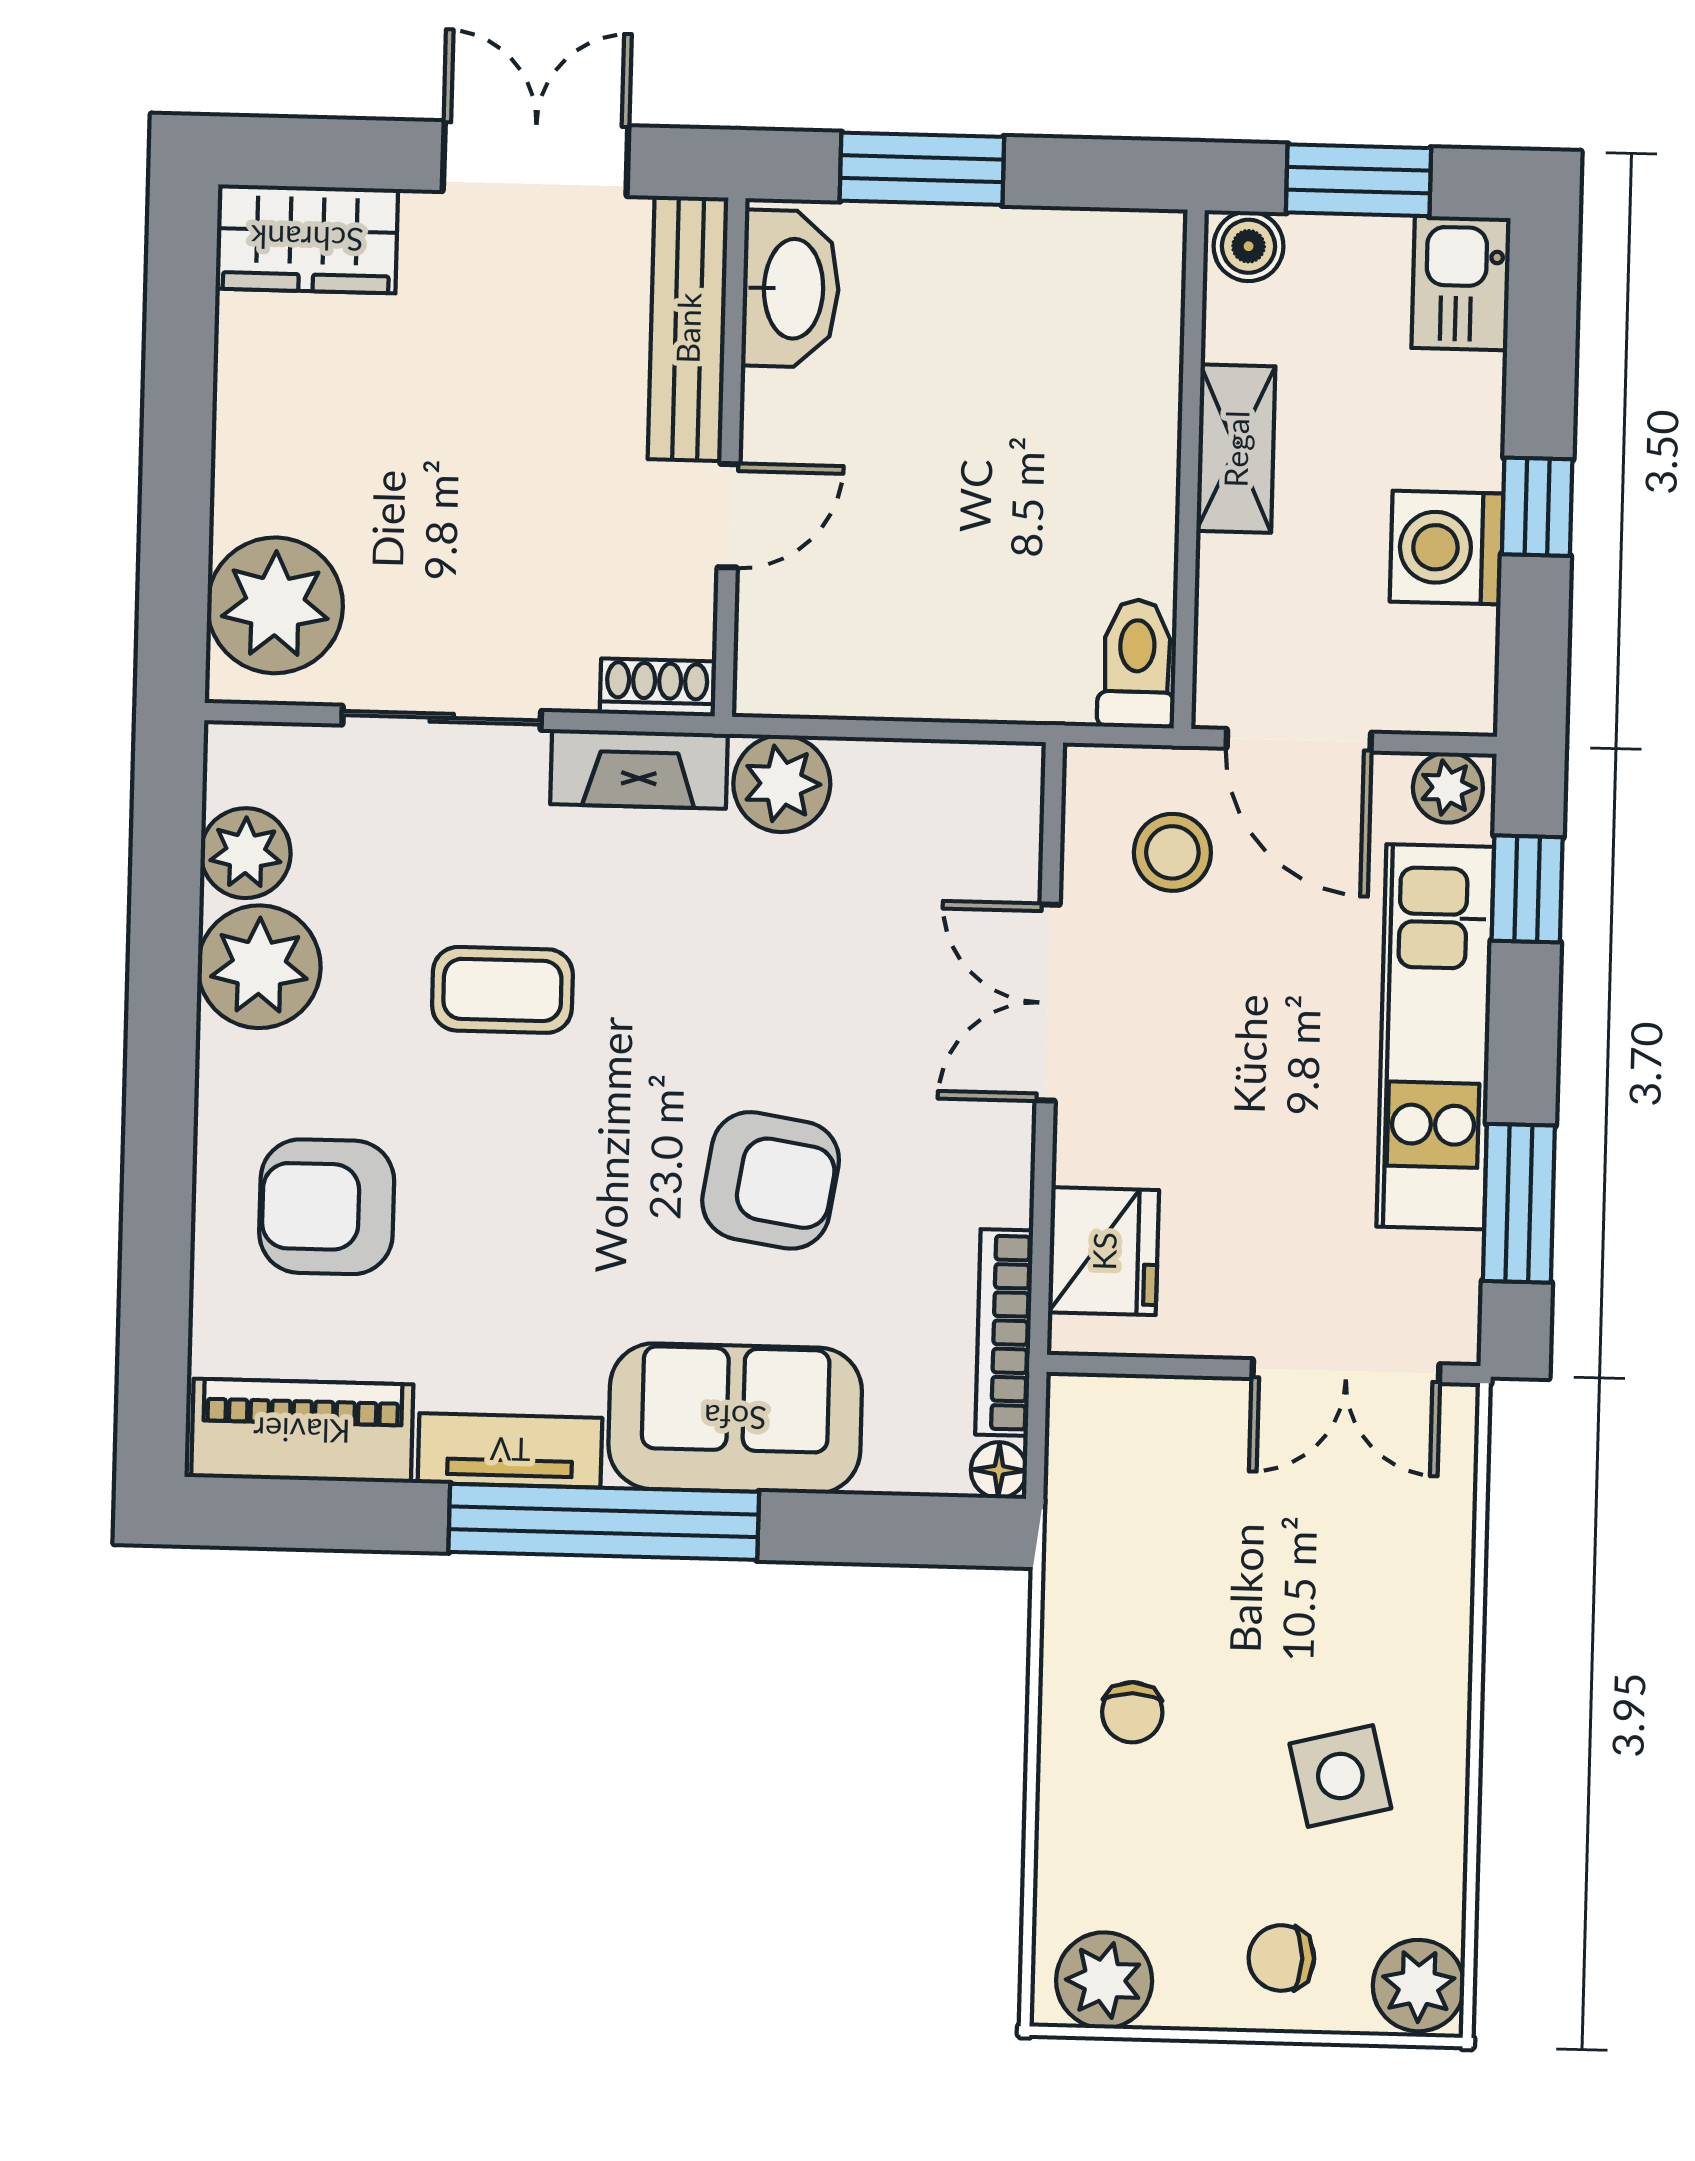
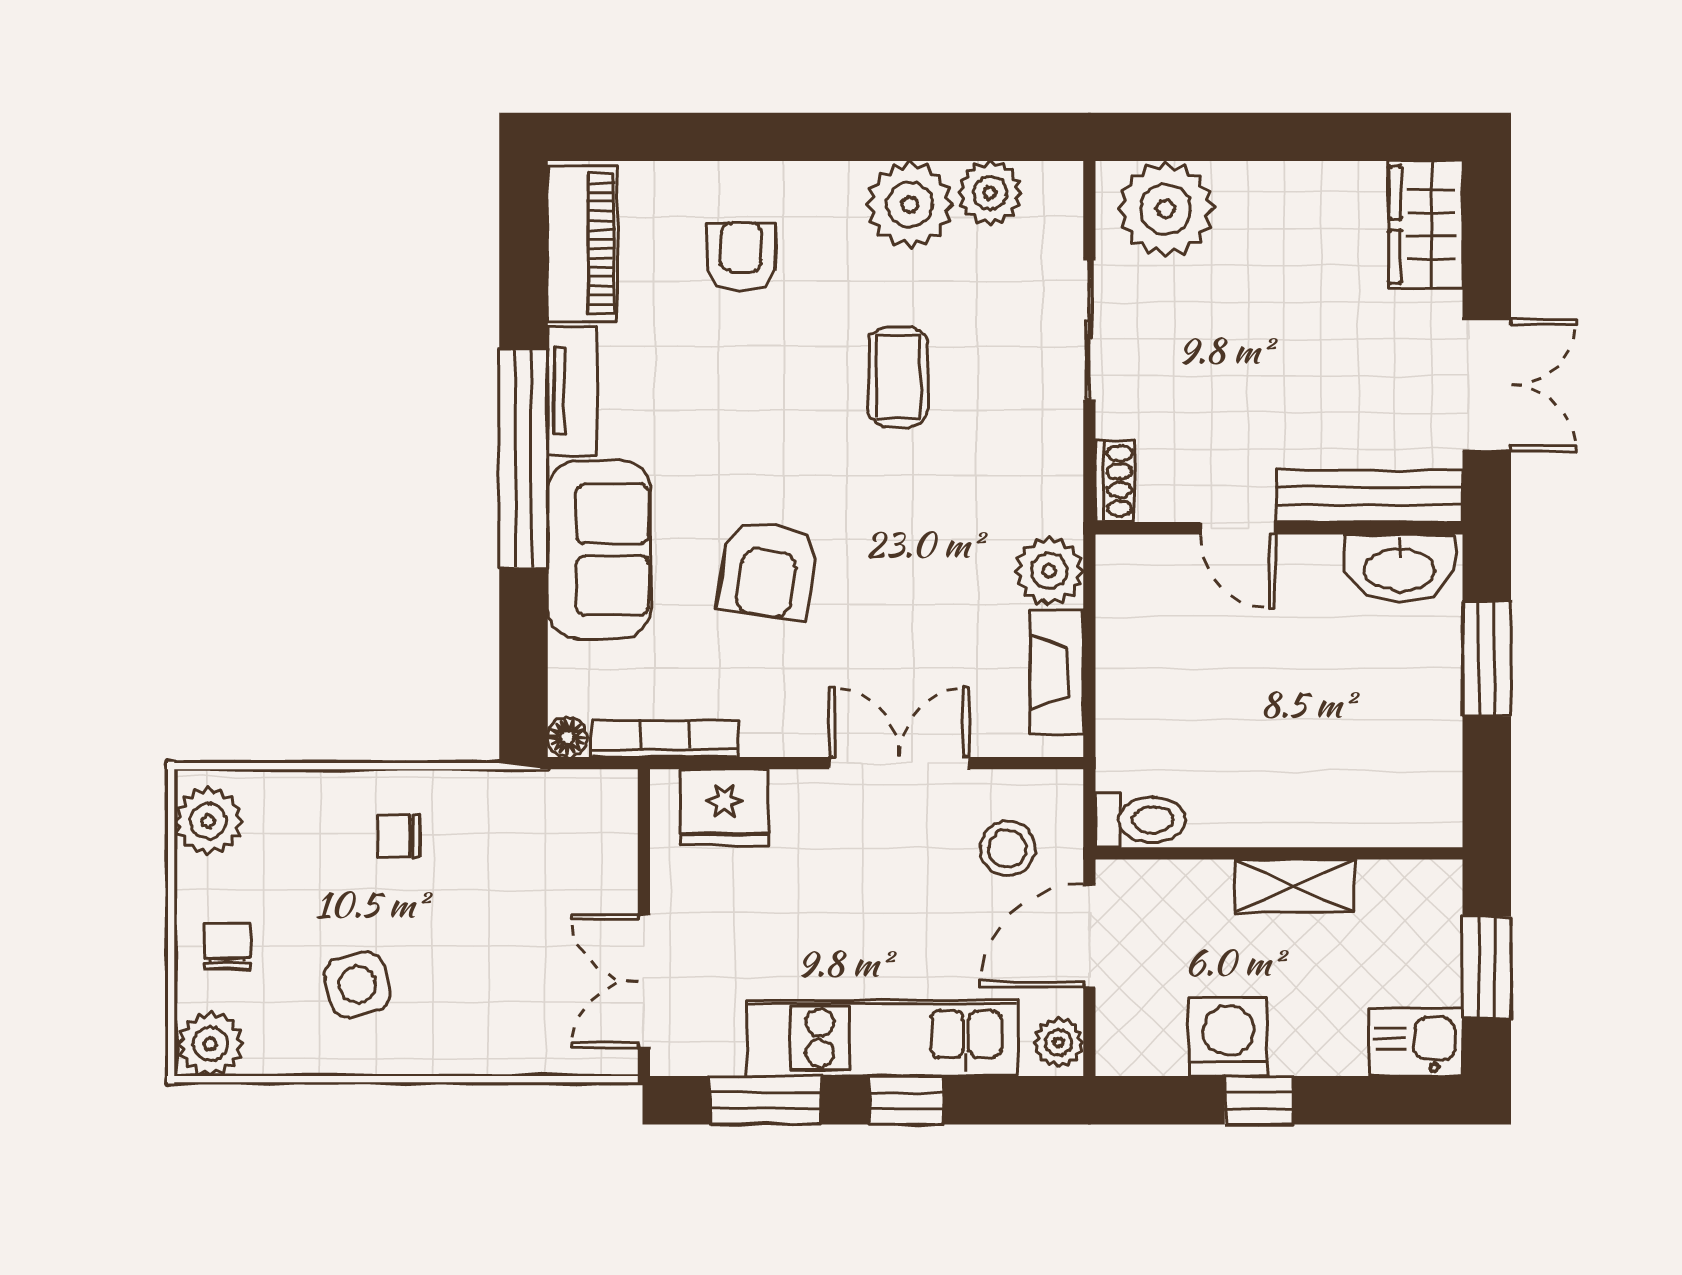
boiler: (1249, 246) -> (1438, 891), removed
fireplace: (639, 769) -> (1057, 672), moved
window: (1527, 889) -> (907, 1100), moved
armchair: (327, 1207) -> (741, 257), width x0.72, depth x0.72

